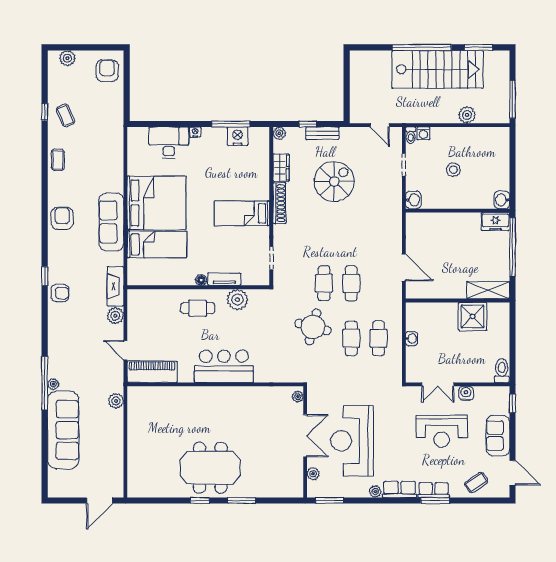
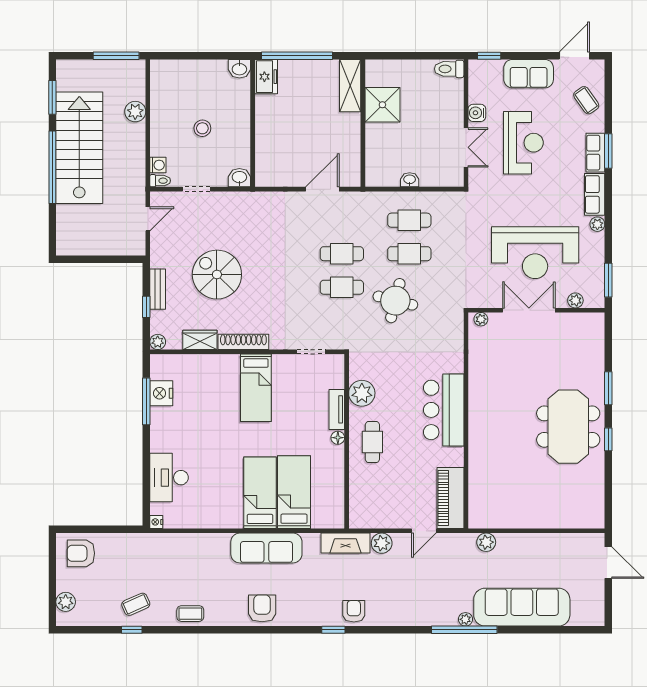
nightstand: (195, 132) -> (156, 522), moved
bed: (156, 203) -> (260, 493), width x0.49
armchair: (62, 218) -> (262, 608), turned 90

